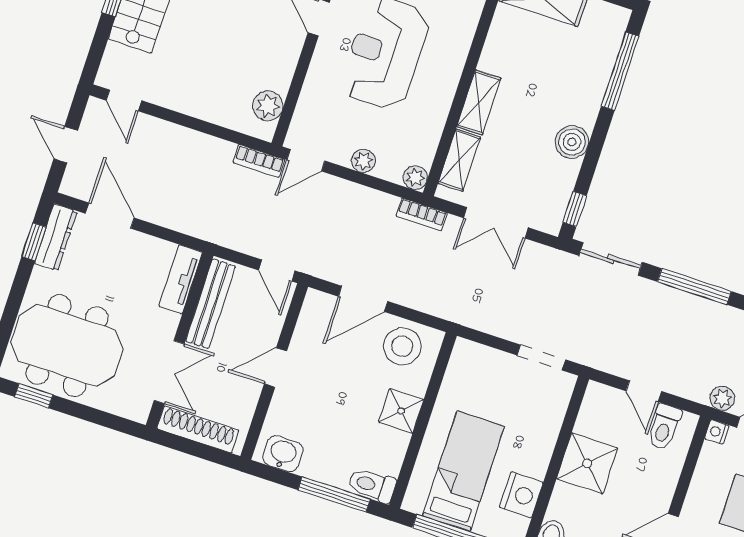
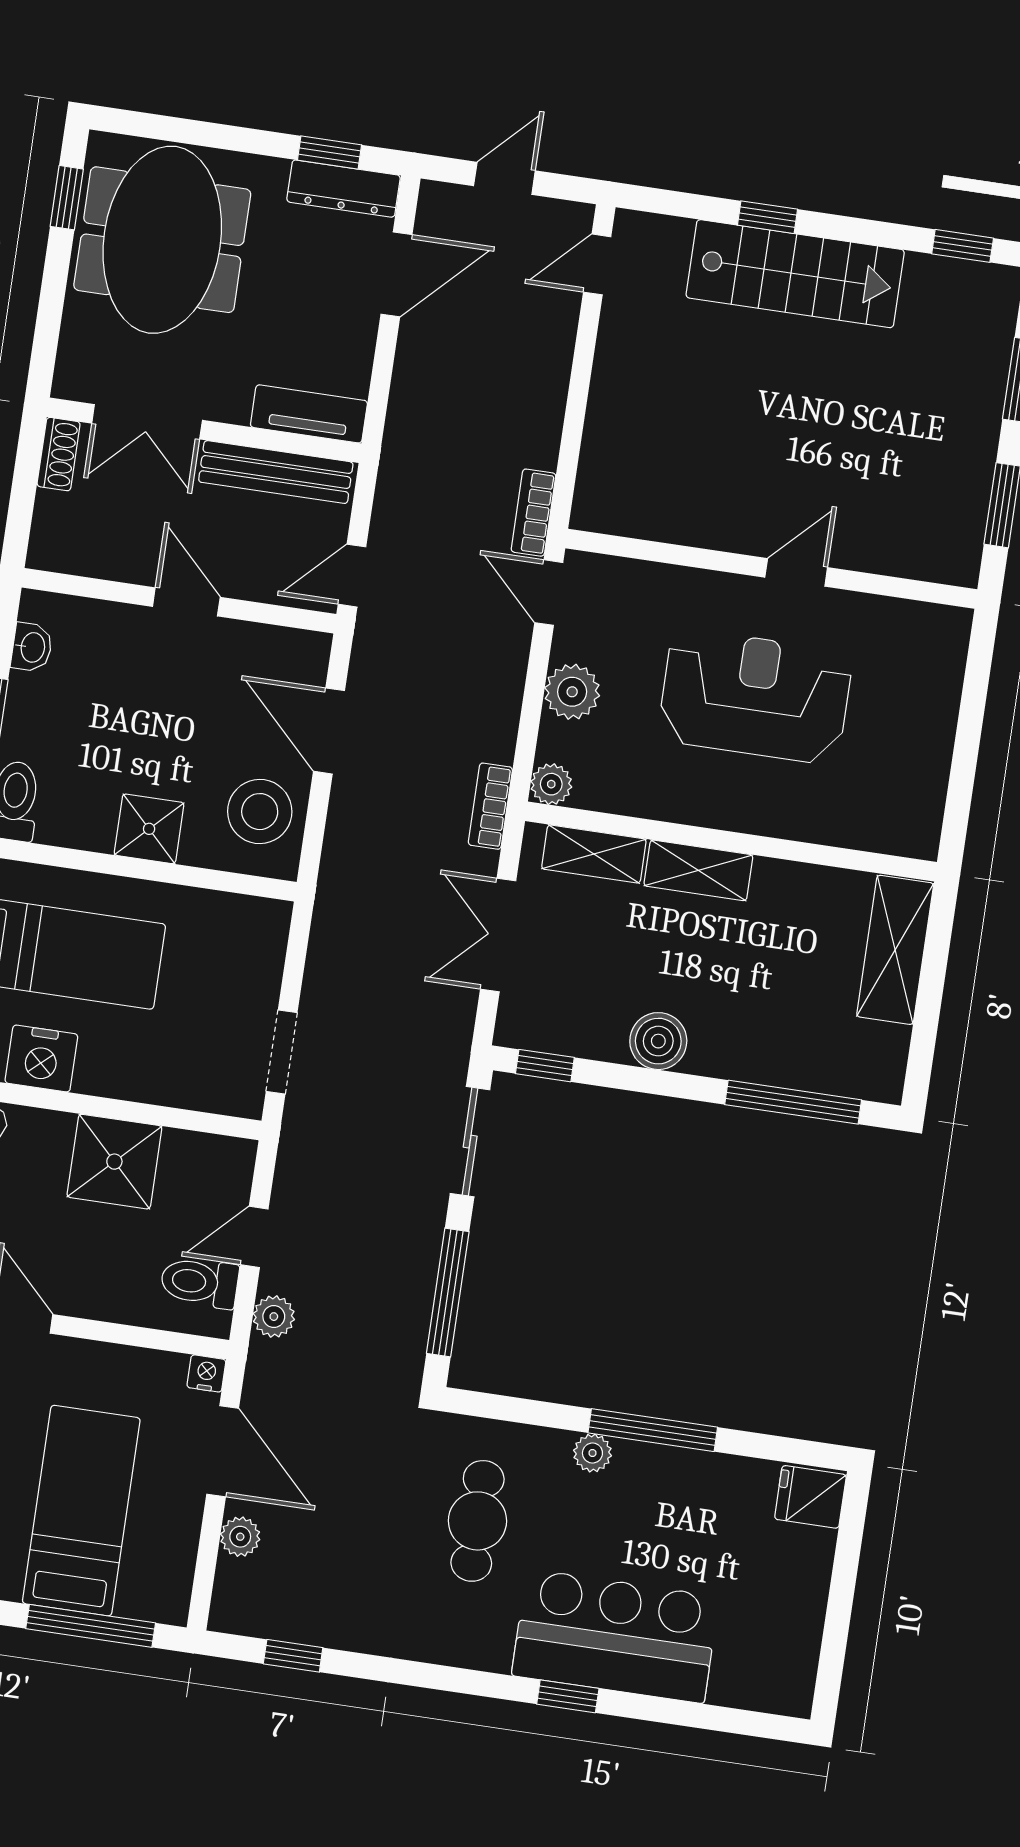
plant: (268, 106) -> (630, 512), removed
plant: (363, 161) -> (572, 692), width x1.38, depth x1.38
plant: (722, 398) -> (274, 1317), moved
shoe rack: (198, 429) -> (59, 454), width x0.51, depth x0.81
washbasin: (283, 454) -> (32, 647), width x0.72, depth x0.69

